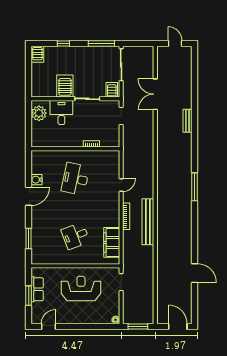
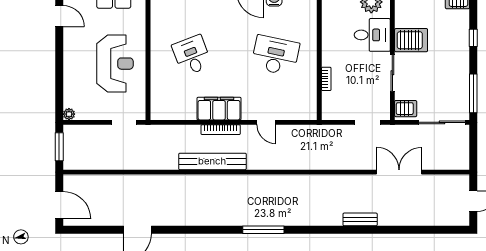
filing cabinet: (112, 242) -> (219, 109), moved
door: (178, 327) -> (59, 205), hinge flipped

